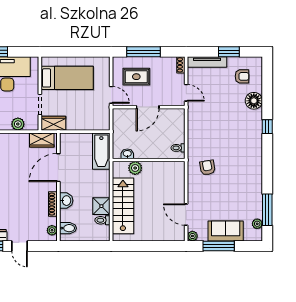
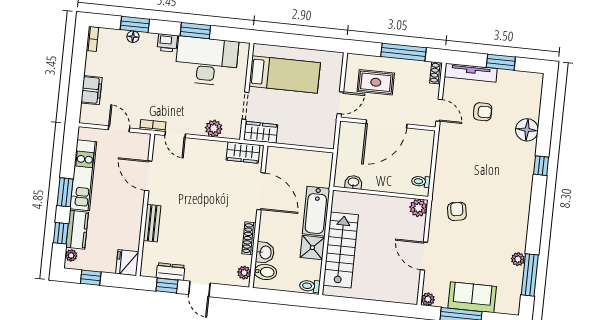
window: (143, 52) -> (404, 52), moved
armchair: (242, 76) -> (483, 112), moved
door: (111, 95) -> (340, 103), hinge flipped
door: (148, 107) -> (386, 124), width x1.36
bathtub: (101, 151) -> (316, 211), moved
door: (58, 168) -> (261, 191), swing flipped
plant: (135, 168) -> (418, 208), moved
washbasin: (66, 201) -> (265, 253), moved
door: (186, 215) -> (424, 256), moved
toilet: (102, 220) -> (310, 286), moved
plant: (257, 224) -> (518, 259), moved

